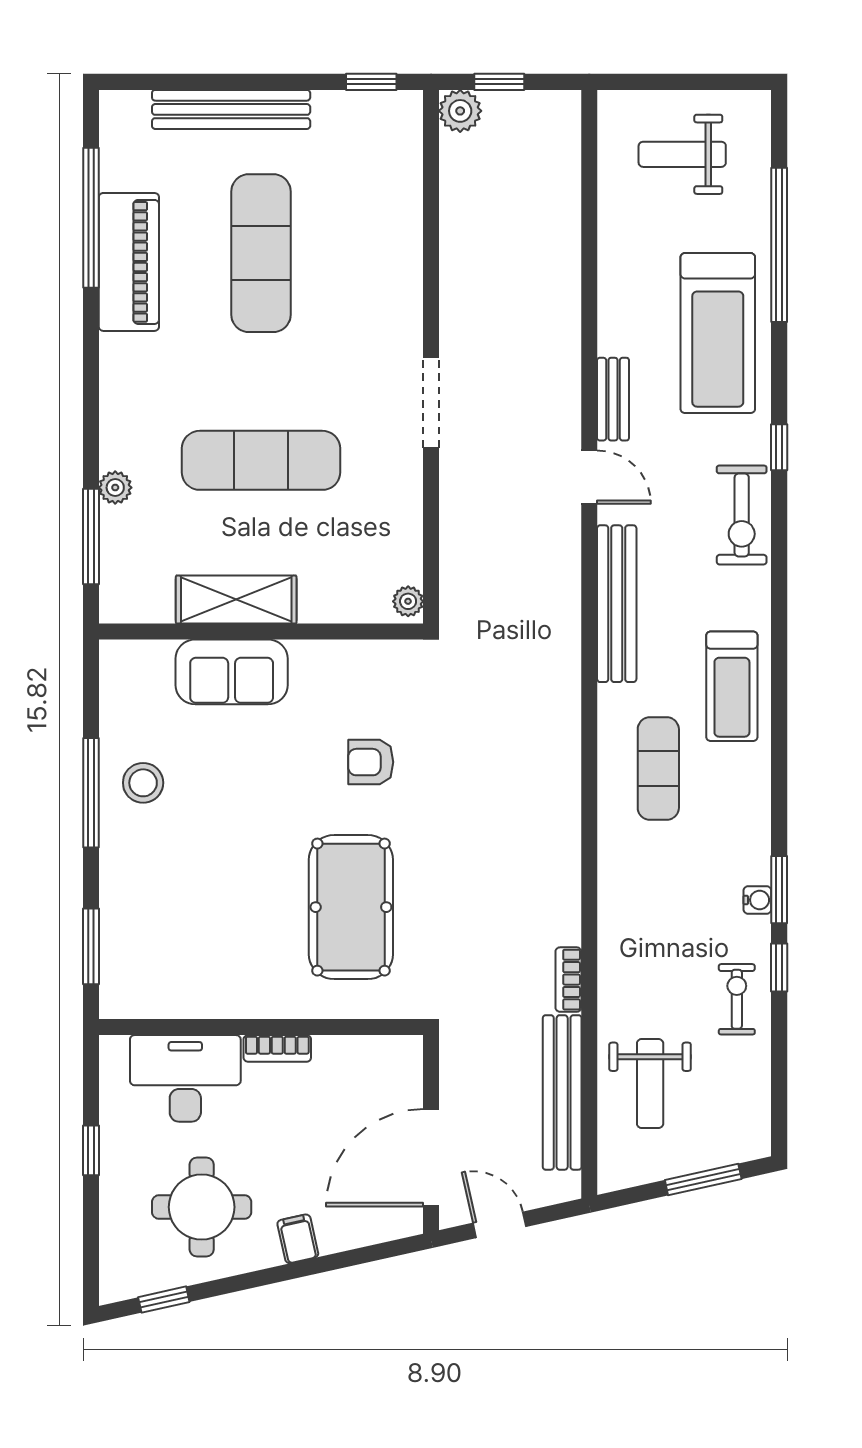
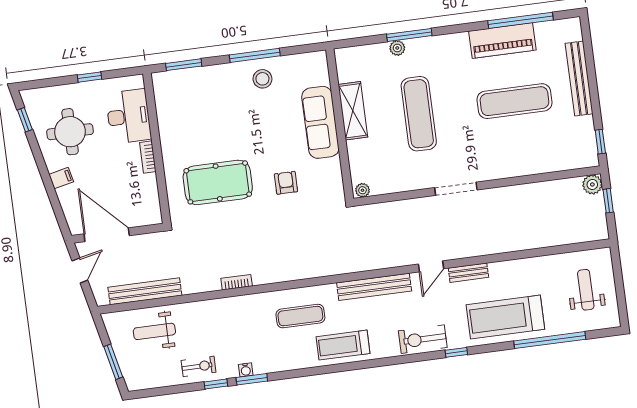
window: (91, 537) -> (409, 35), moved
sofa: (232, 672) -> (320, 122), width x1.36
bookcase: (568, 980) -> (237, 282), moved

